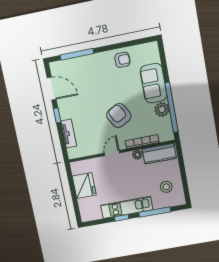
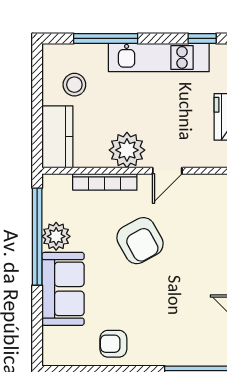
kitchen counter: (159, 154) -> (57, 137), moved, turned 90
plant: (137, 155) -> (127, 150), width x1.87, depth x1.87
window: (122, 218) -> (202, 38), moved

